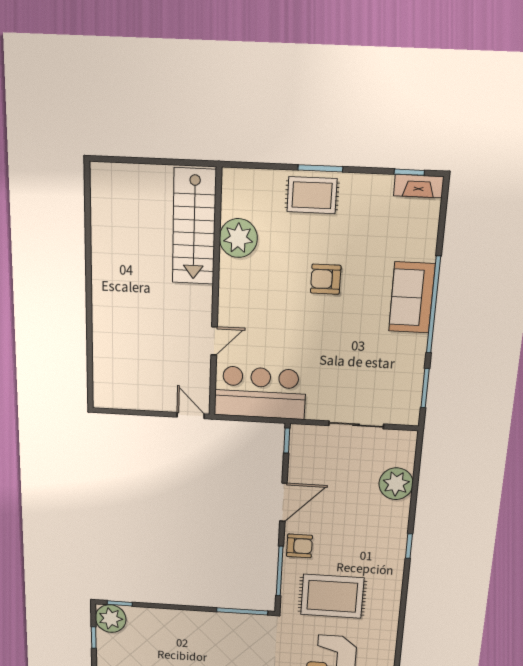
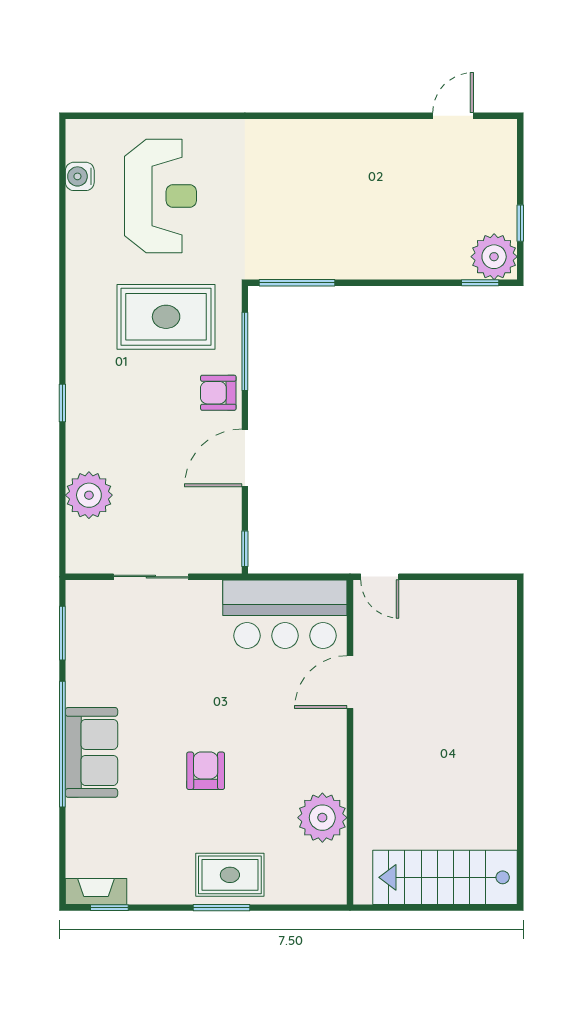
stairs: (194, 227) -> (445, 877), moved, turned -90
armchair: (326, 279) -> (206, 771), turned -90
door: (214, 341) -> (350, 682), width x1.38

